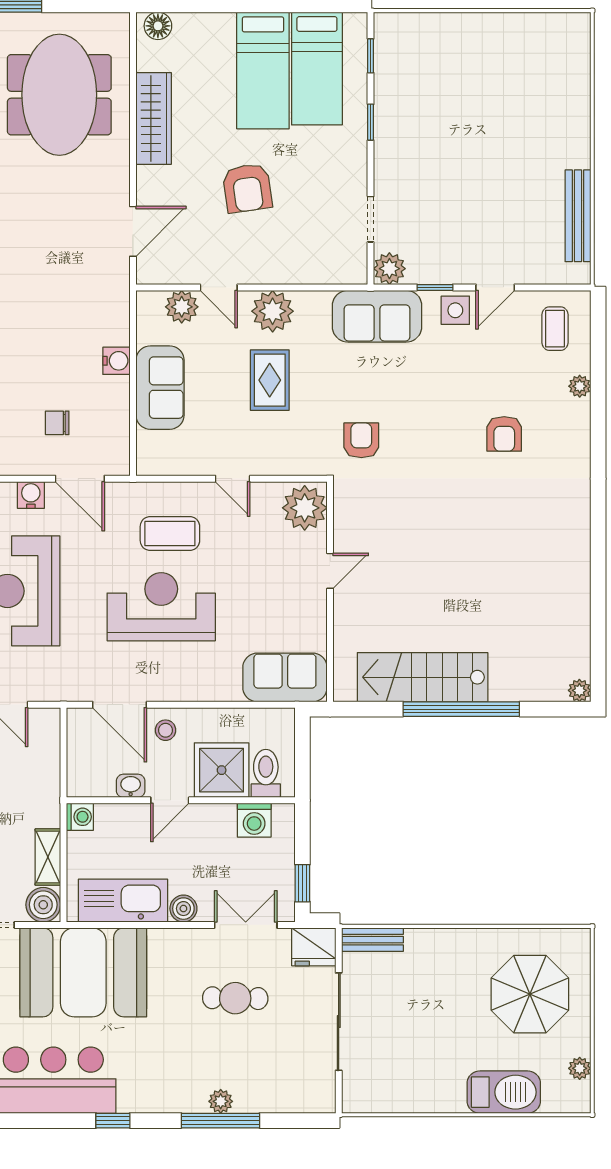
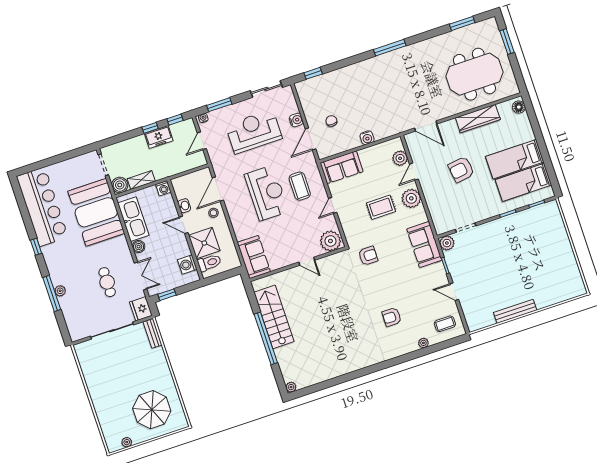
bench: (578, 216) -> (515, 311), moved
side table: (455, 310) -> (438, 278), removed
sofa: (160, 388) -> (342, 167), moved
barbecue: (504, 1092) -> (105, 413), removed

